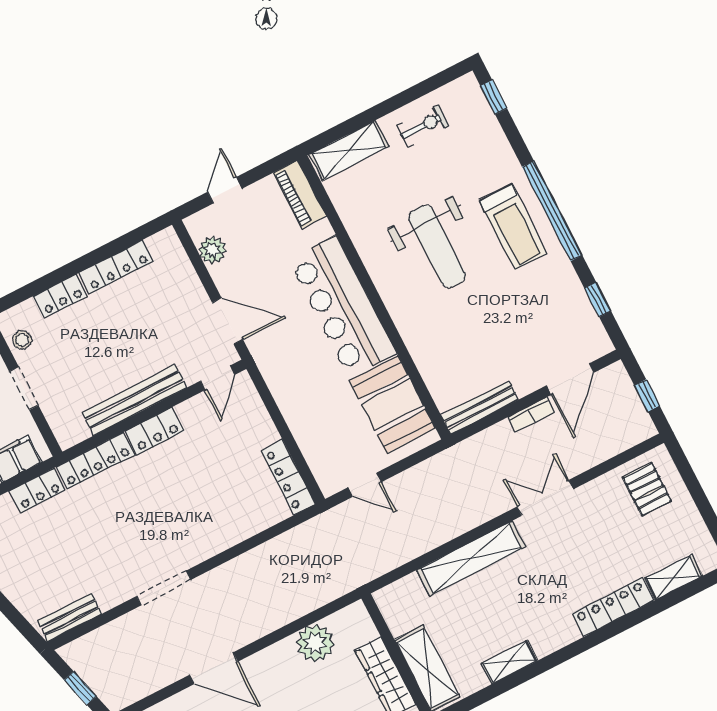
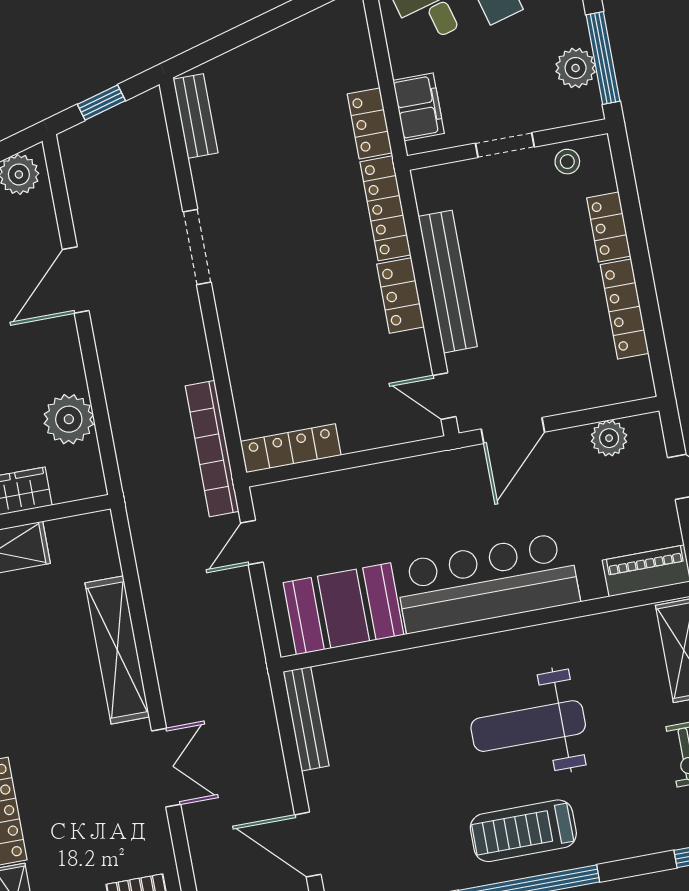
bookcase: (531, 415) -> (212, 449), moved, width x2.31, depth x1.31

